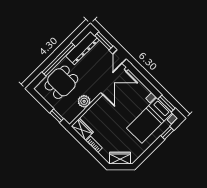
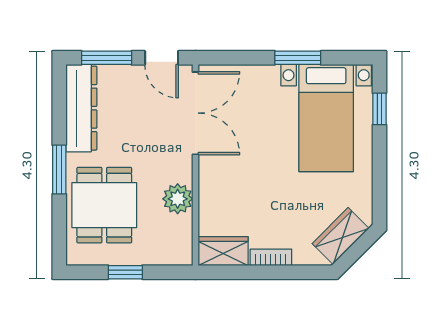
window: (59, 59) -> (59, 170), width x0.47
window: (167, 103) -> (298, 58), moved
window: (57, 116) -> (125, 272), moved

